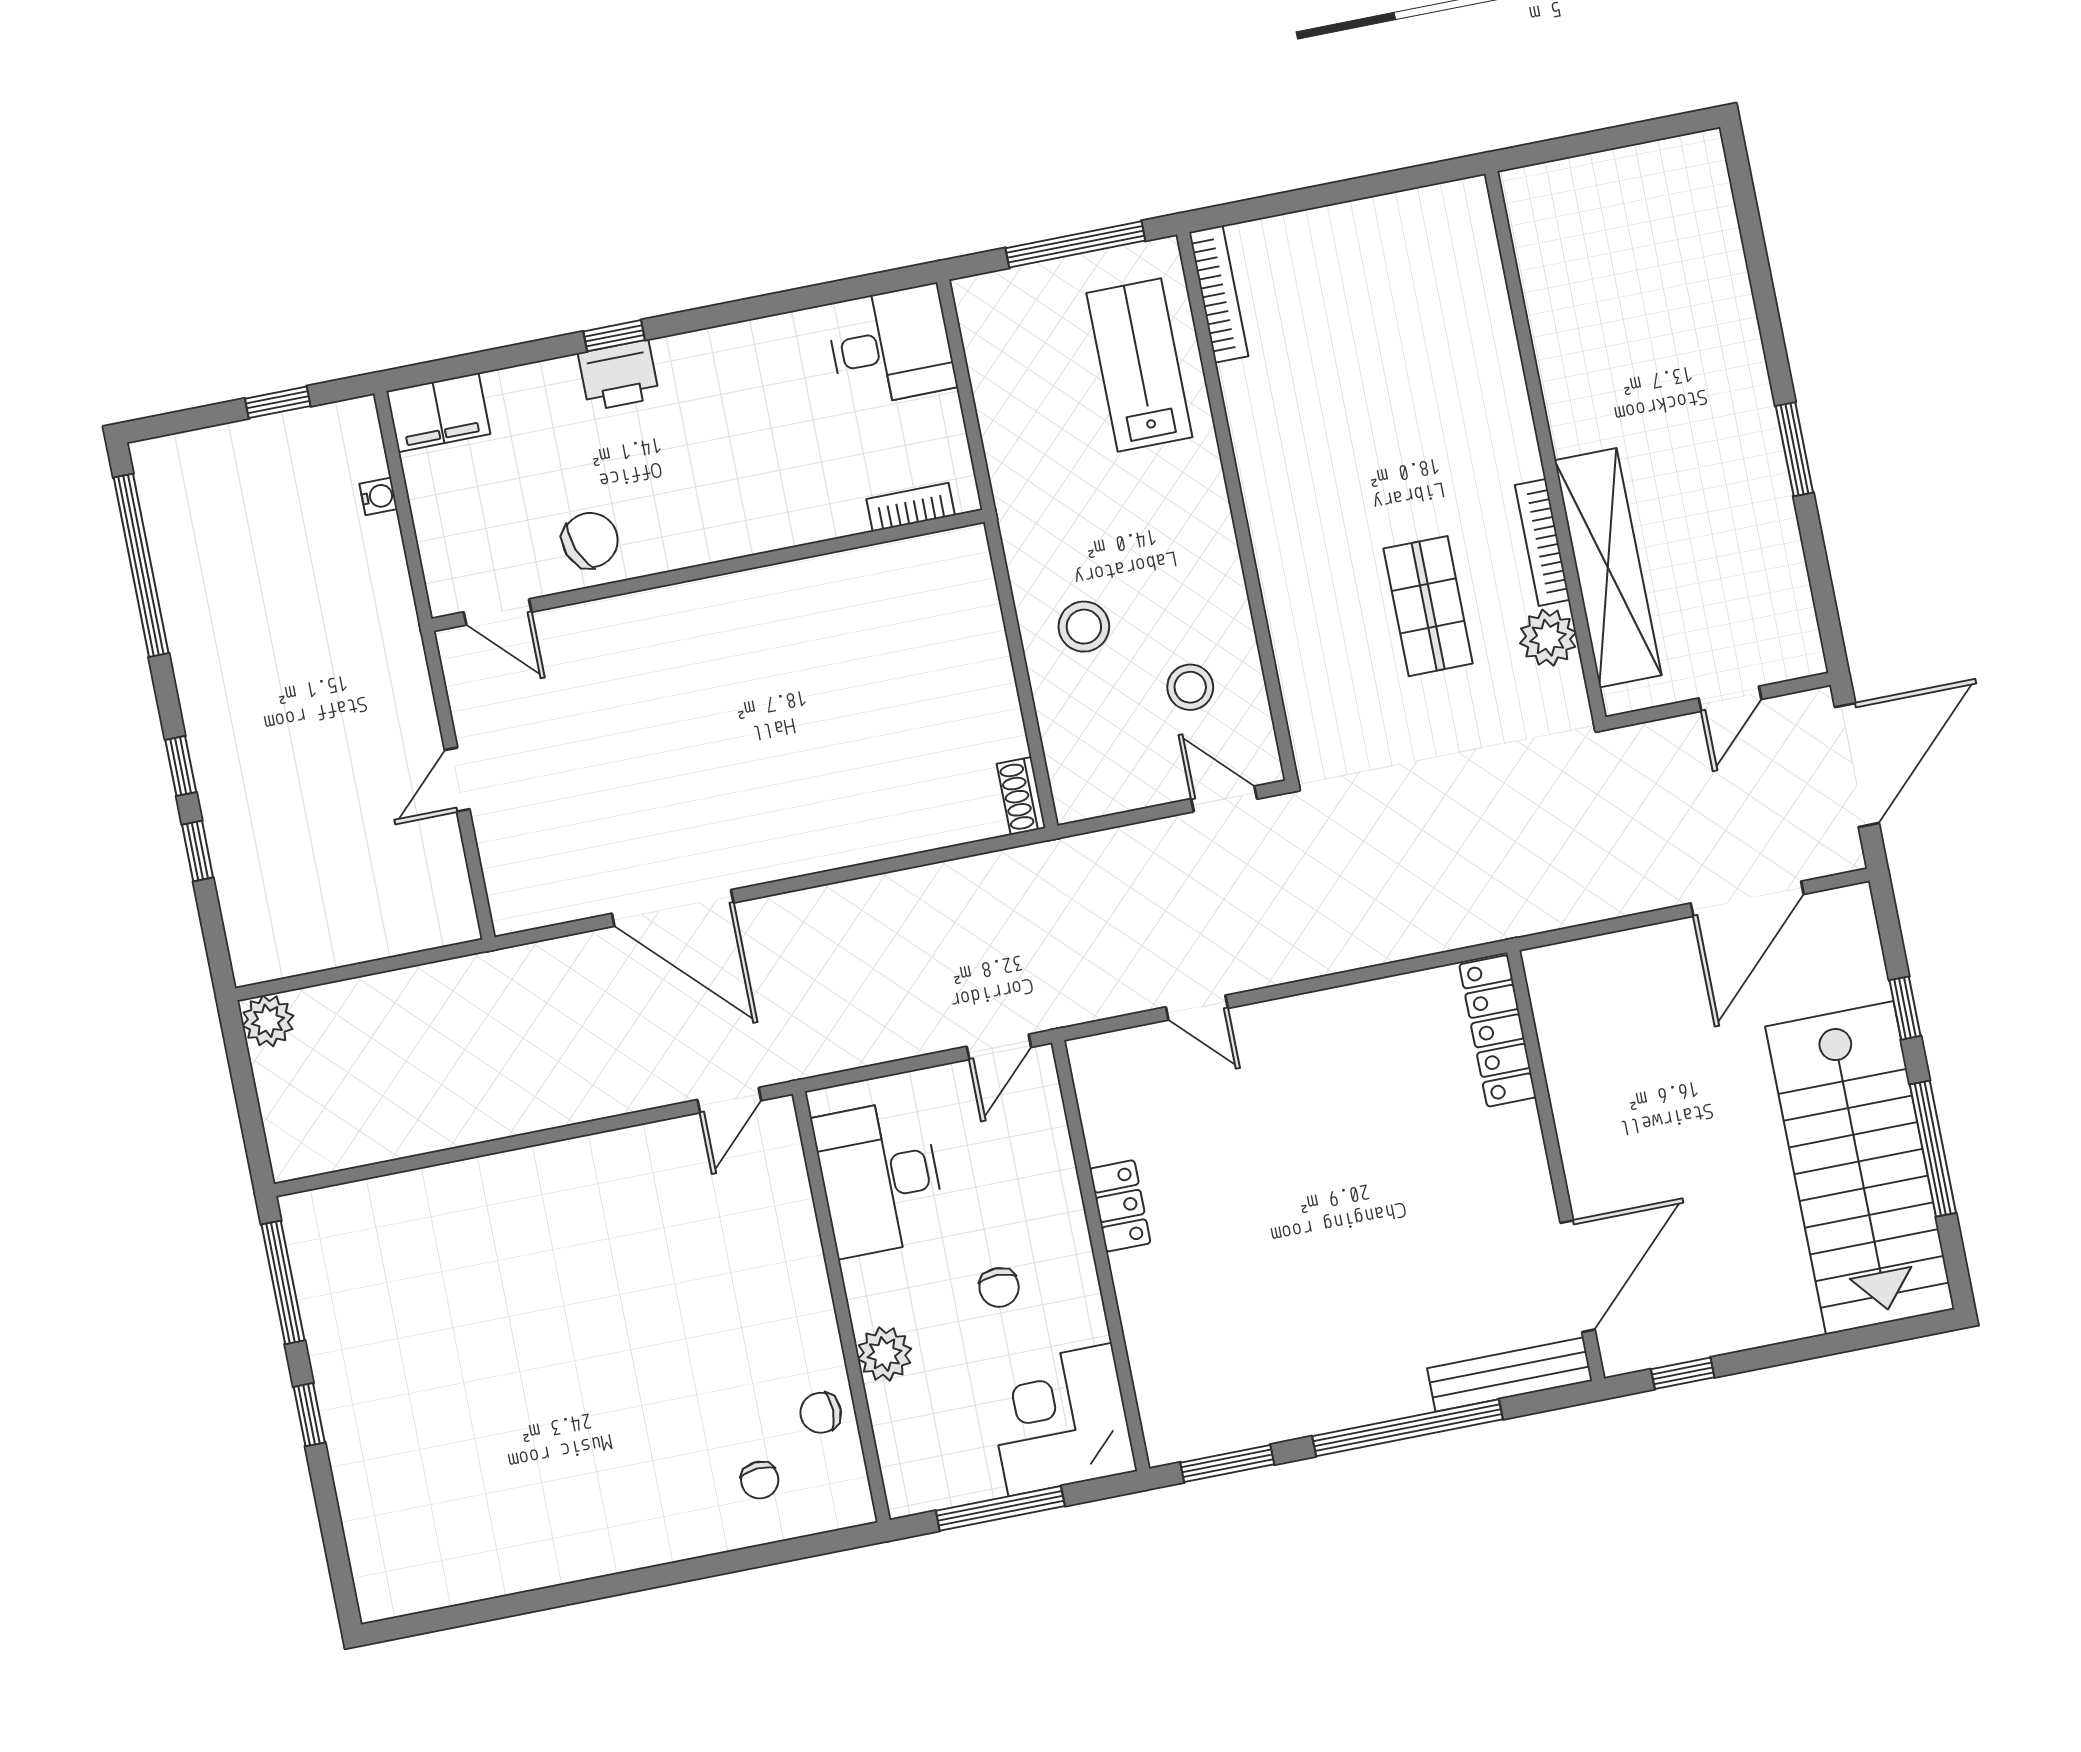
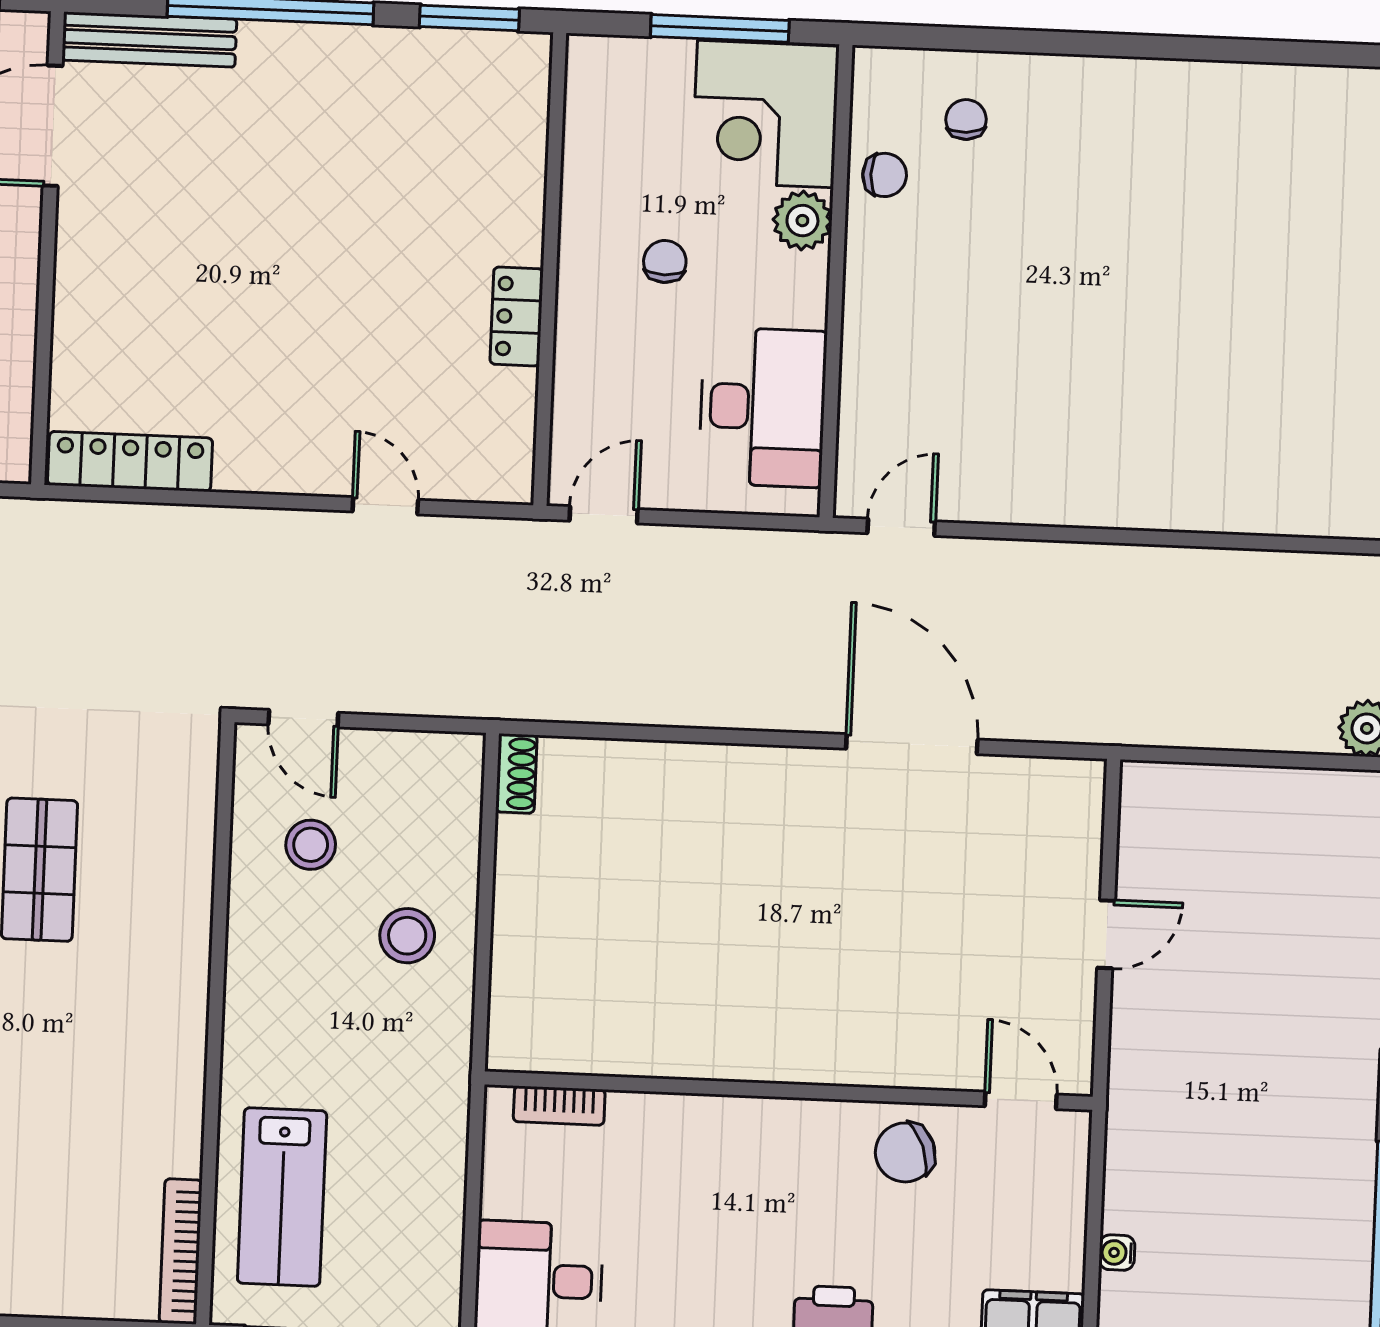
locker: (1498, 1031) -> (130, 461), moved, turned -90
corner desk: (1060, 1420) -> (765, 114), moved, turned 90

